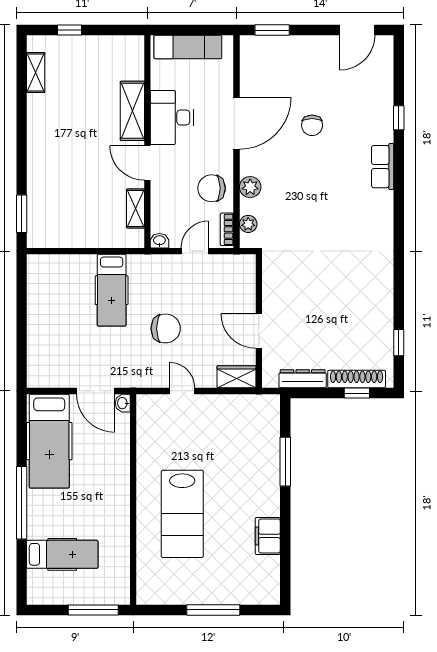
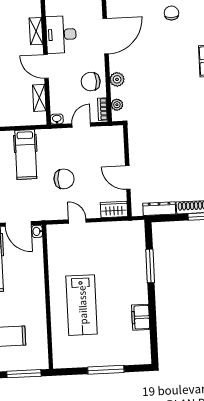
shelving: (132, 111) -> (36, 31), width x0.67, depth x0.75
chair: (312, 125) -> (171, 13), moved, turned 180

